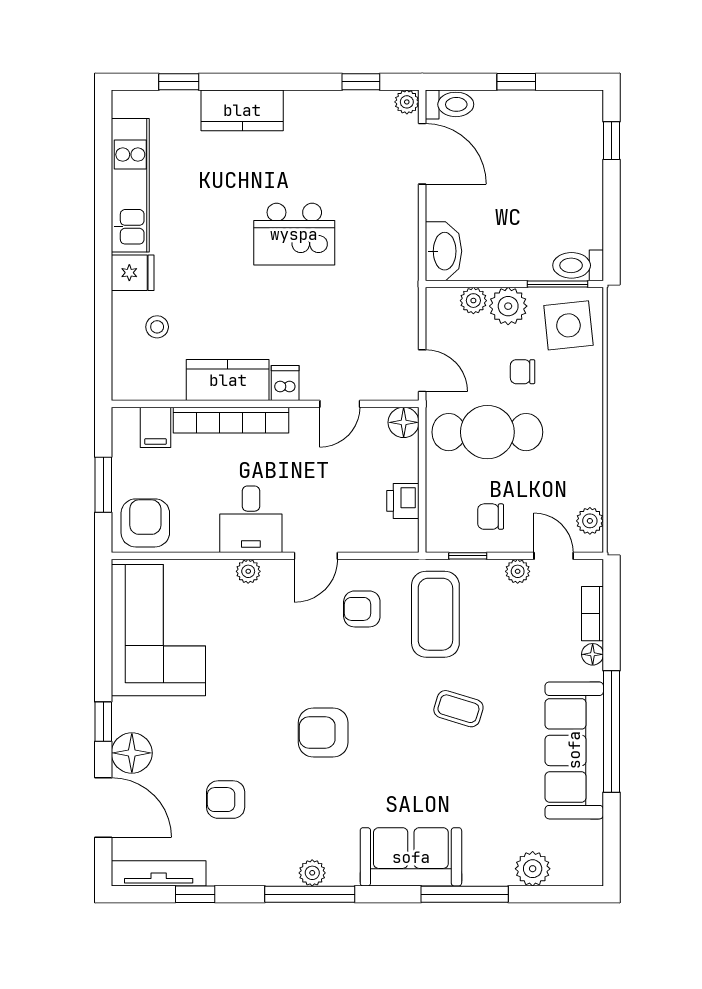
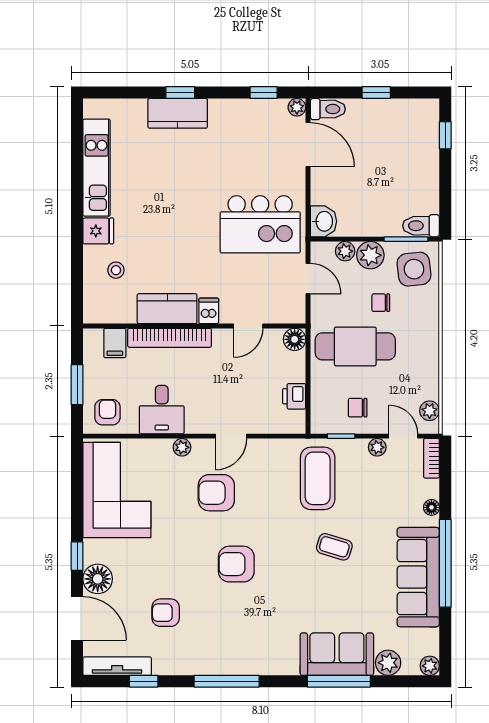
window: (179, 82) -> (180, 93), moved
kitchen island: (294, 234) -> (260, 224), moved, width x1.37, depth x1.28
washbasin: (444, 251) -> (323, 221), width x0.72
door: (422, 371) -> (308, 279), moved
desk: (251, 519) -> (162, 410), moved
armchair: (145, 523) -> (107, 412), width x0.72, depth x0.72
armchair: (362, 609) -> (216, 493), moved, width x1.38, depth x1.38
bookcase: (593, 614) -> (431, 458), moved
sofa: (411, 857) -> (337, 654), moved
plant: (312, 873) -> (430, 666), moved

